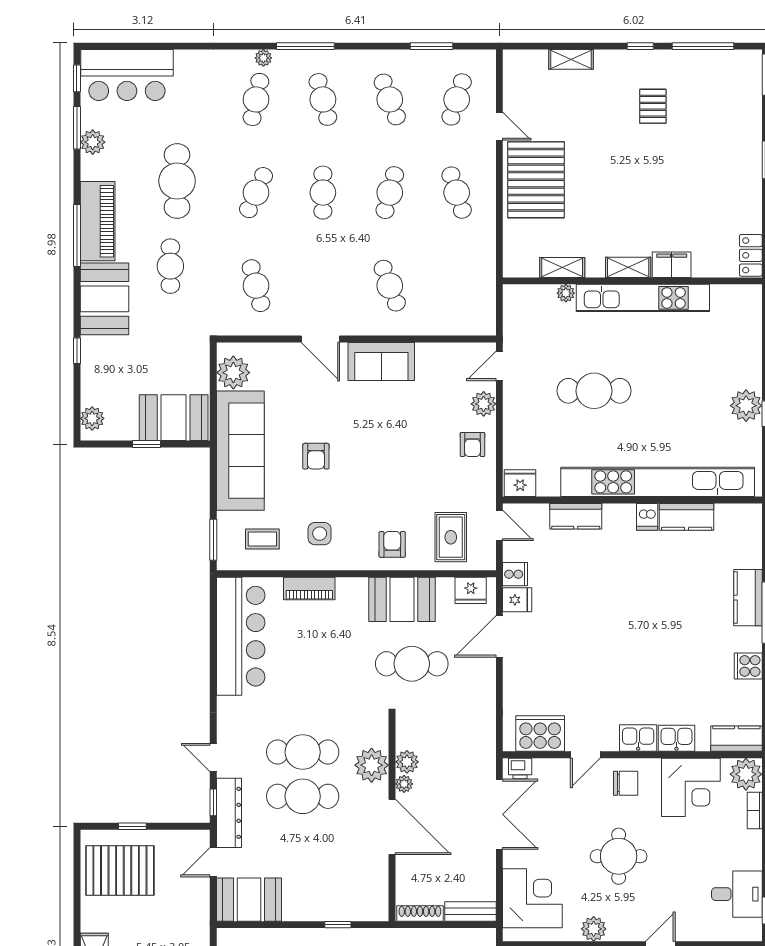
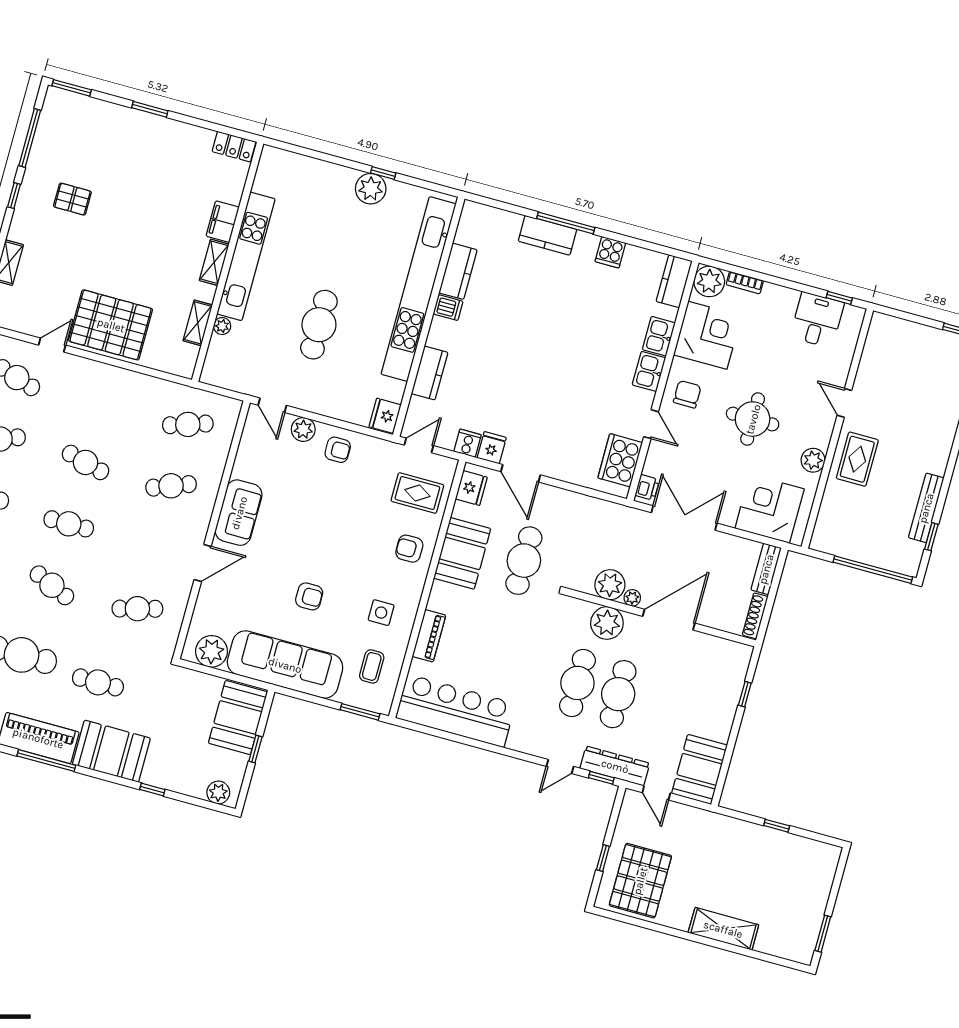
cafe table: (457, 193) -> (188, 424), moved
plant: (407, 762) -> (610, 585), width x1.36, depth x1.36

